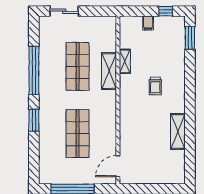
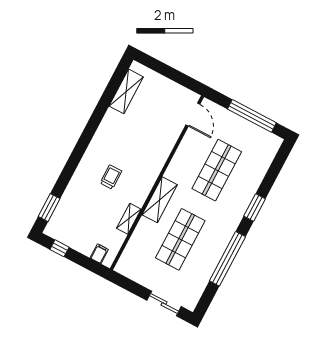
filing cabinet: (148, 23) -> (99, 254), moved
shelving: (109, 71) -> (160, 200), moved
shelving: (178, 131) -> (126, 91), moved
door: (118, 166) -> (193, 115), hinge flipped

